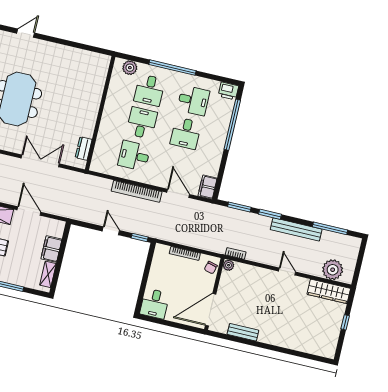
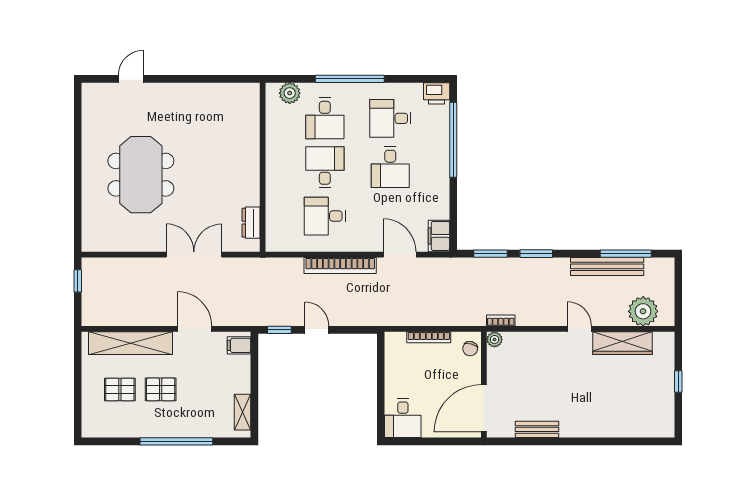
desk: (193, 100) -> (390, 118), turned 180
bench: (296, 229) -> (607, 266), moved
window: (140, 238) -> (279, 330), moved
filing cabinet: (51, 249) -> (239, 345), moved, width x0.50
wardrobe: (329, 291) -> (623, 343), moved

